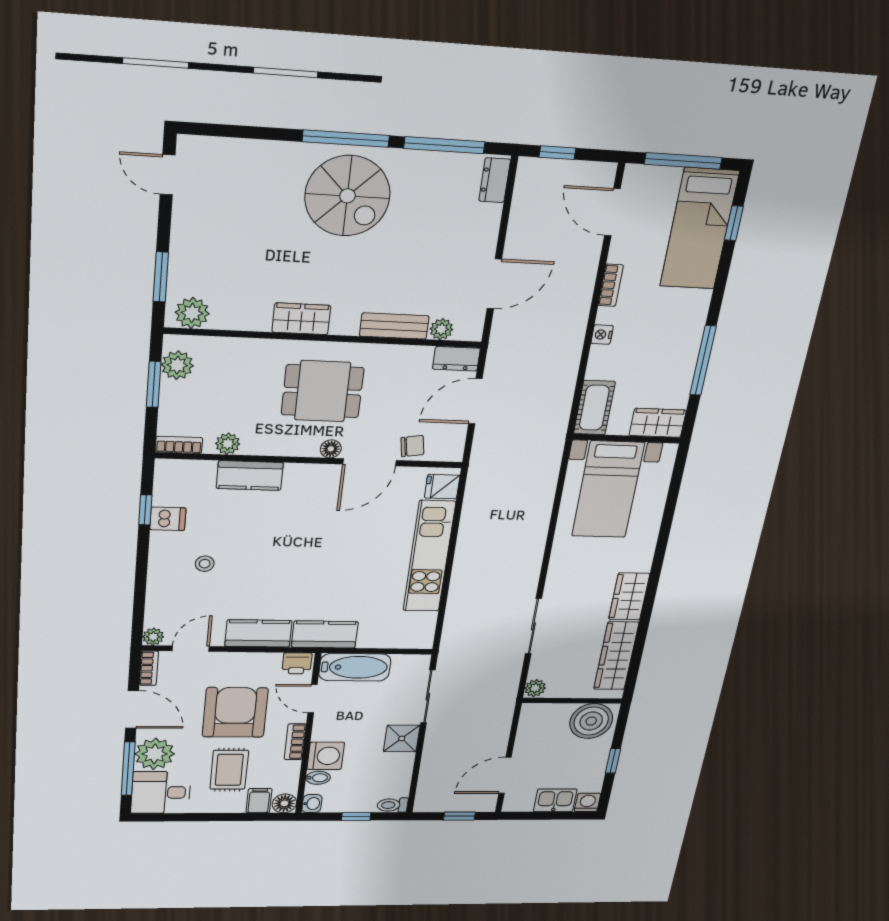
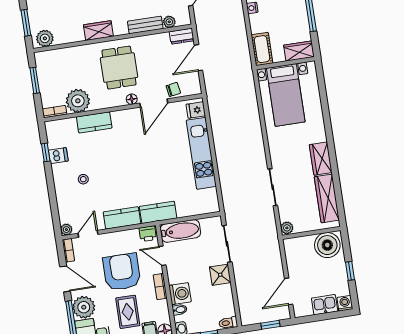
plant: (177, 365) -> (44, 68), removed
dining table: (323, 391) -> (119, 68), turned 90
plant: (228, 444) -> (78, 101), width x1.88, depth x1.88

